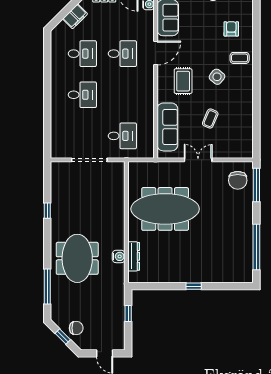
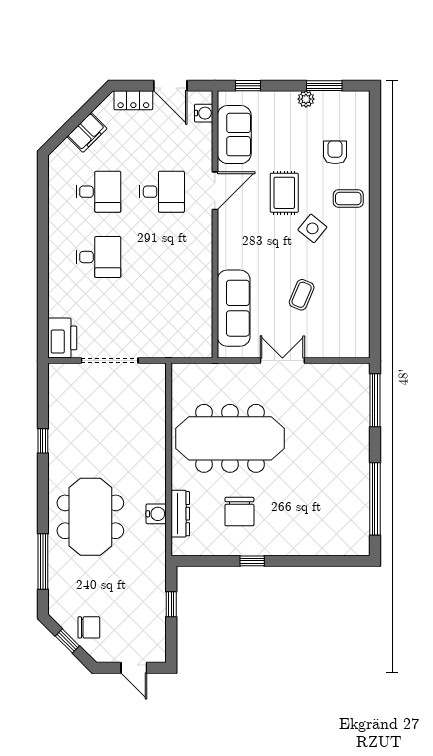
rug: (183, 81) -> (284, 193), moved
desk: (122, 136) -> (162, 322), removed
printer: (60, 146) -> (62, 338), added
chair: (238, 180) -> (239, 512), moved
window: (194, 286) -> (252, 561), moved

